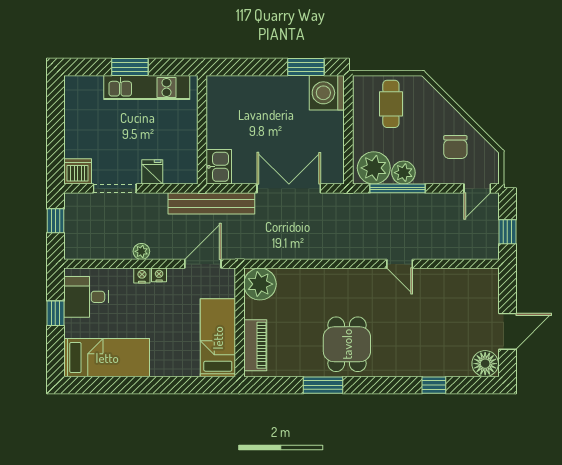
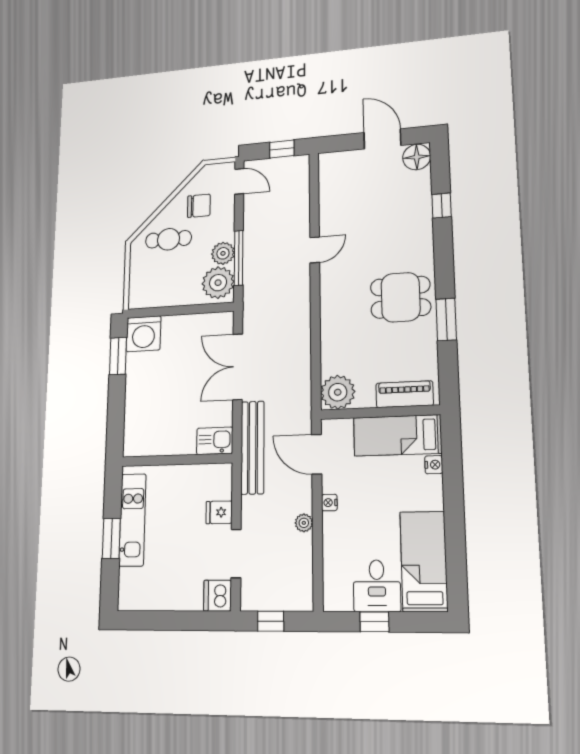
cafe table: (391, 104) -> (168, 239), moved
nightstand: (142, 276) -> (434, 465), moved, turned 180
desk: (86, 297) -> (377, 586), moved

